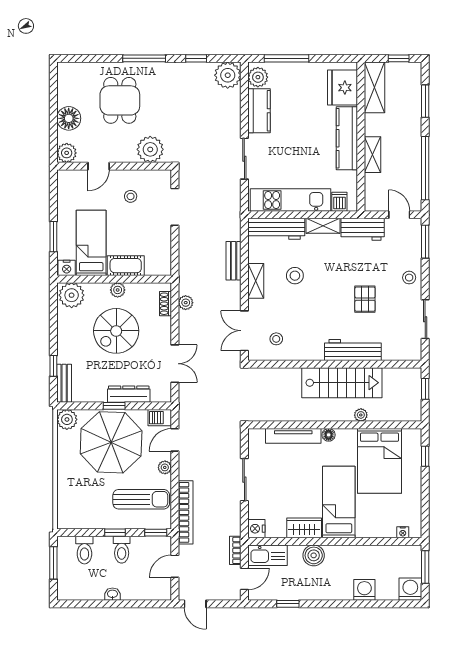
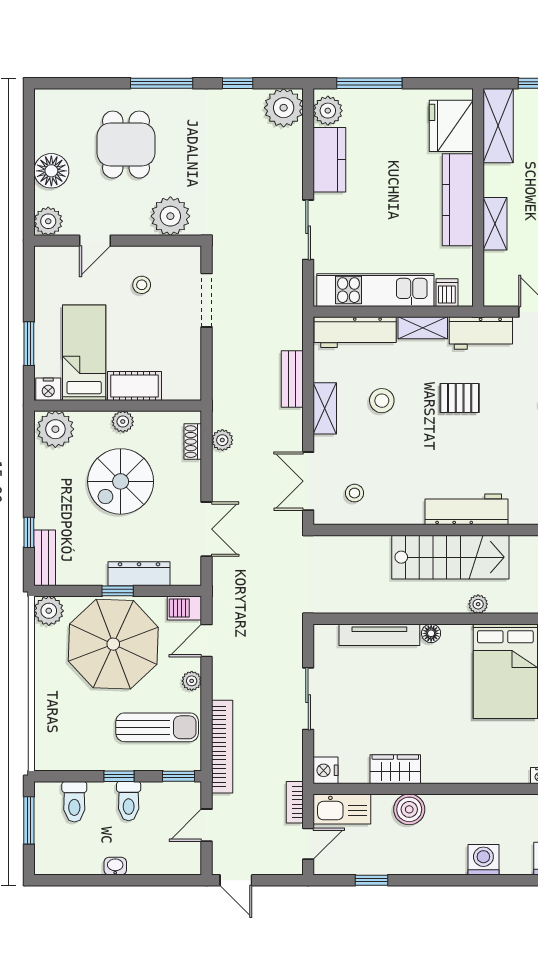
pallet: (365, 299) -> (460, 398), moved, turned 90
bed: (339, 502) -> (446, 731), removed

